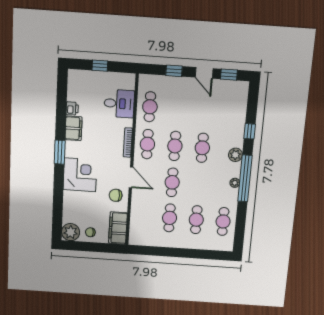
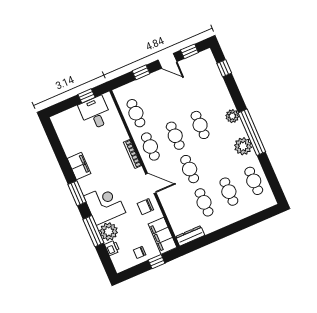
window: (100, 66) -> (86, 96), moved
desk: (119, 104) -> (95, 113), moved, turned -90
printer: (72, 109) -> (112, 248), moved
window: (250, 131) -> (224, 68), moved
plant: (235, 183) -> (243, 146), width x1.88, depth x1.88
window: (58, 193) -> (93, 231), added
plant: (71, 232) -> (109, 232), moved
dresser: (142, 240) -> (190, 236), added
window: (101, 247) -> (157, 262), added

